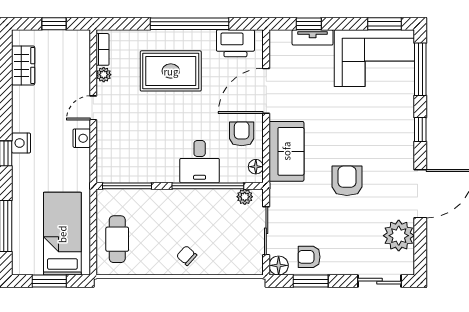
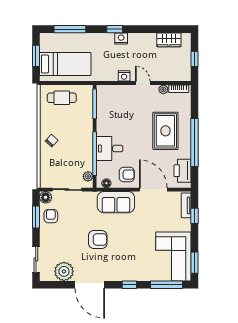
tv unit: (313, 37) -> (186, 205), moved

